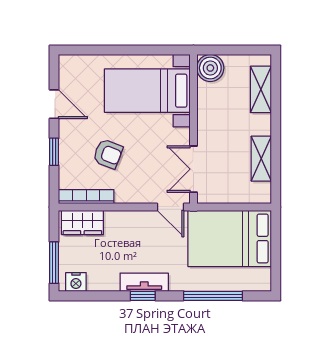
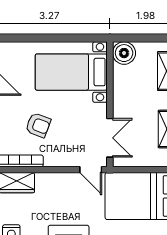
double door: (193, 169) -> (110, 138), swing flipped

